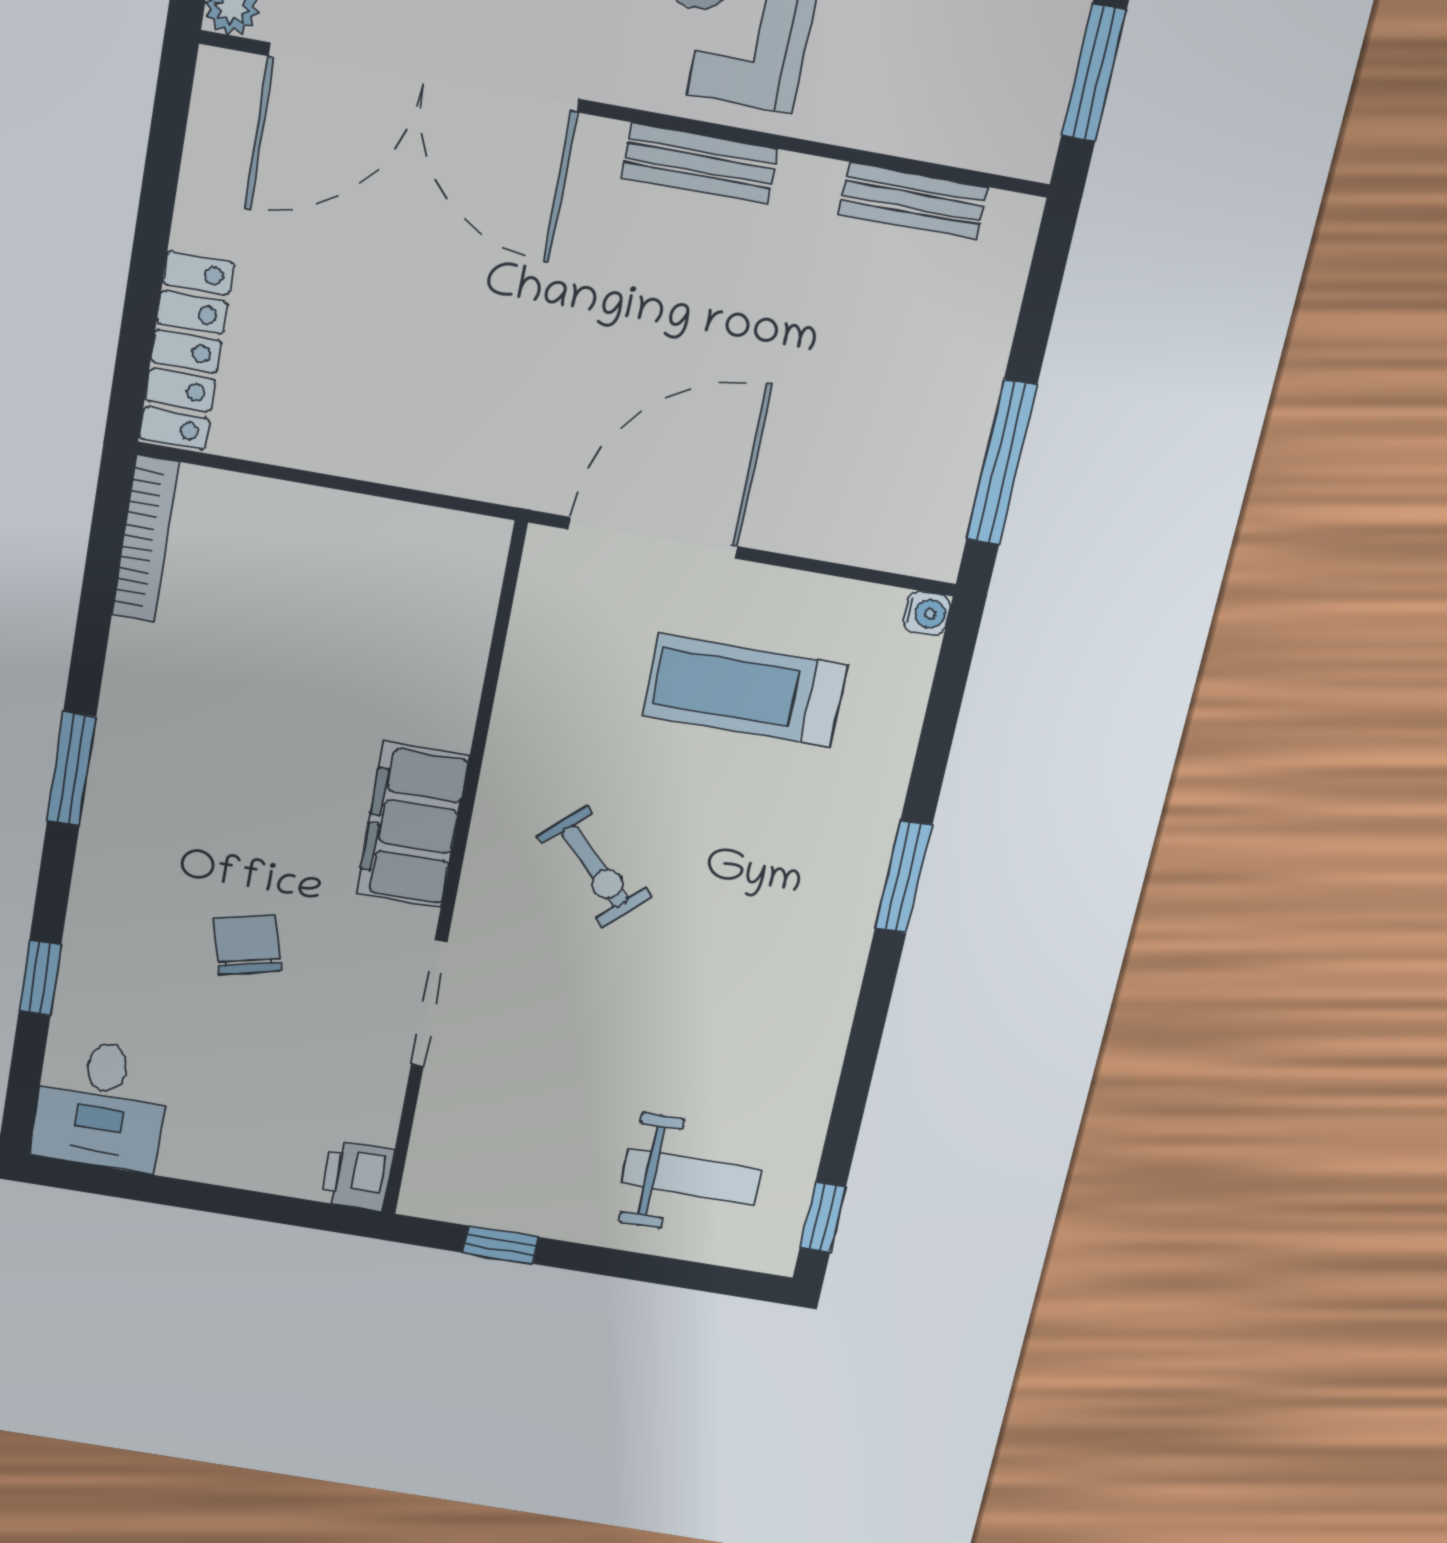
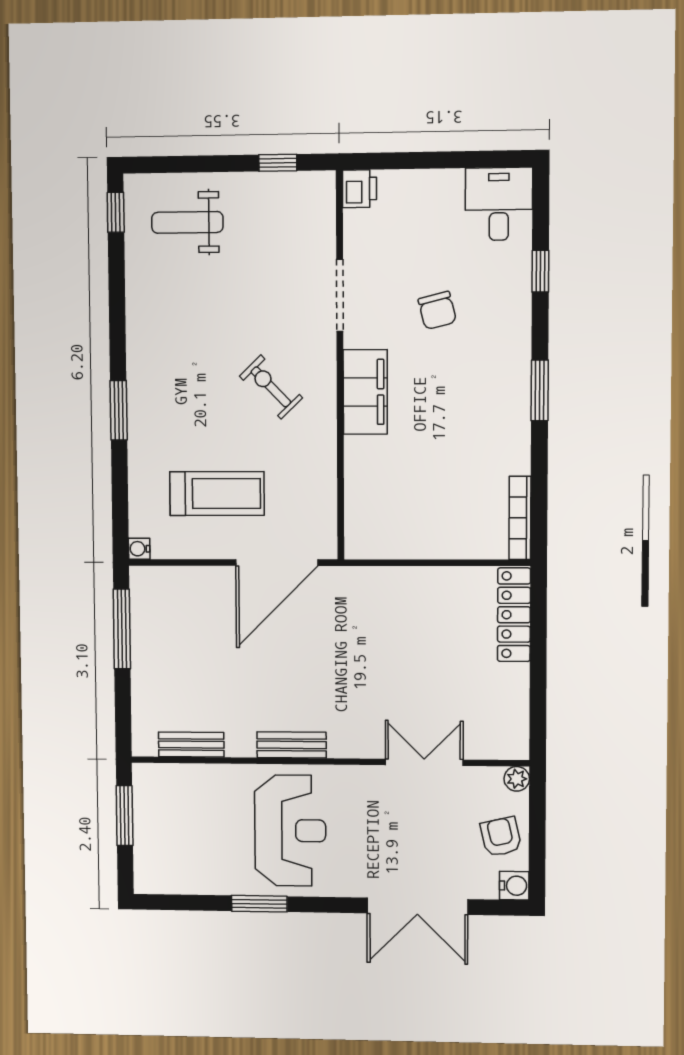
double door: (424, 77) -> (424, 762), width x0.54

